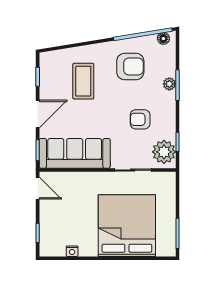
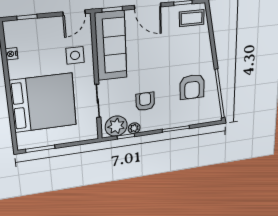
floor lamp: (163, 39) -> (216, 112), removed
coffee table: (83, 81) -> (192, 18), moved, width x0.73, depth x0.77
plant: (169, 84) -> (134, 128), moved
side table: (81, 190) -> (75, 55), added

